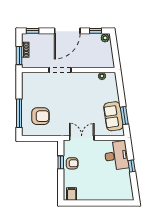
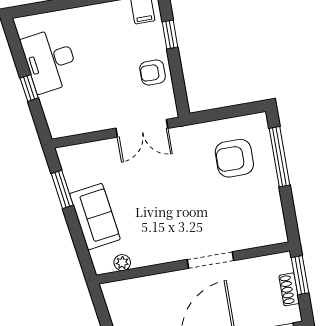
sofa: (113, 116) -> (95, 217), moved
desk: (116, 156) -> (50, 60), moved
window: (61, 162) -> (170, 34), moved

